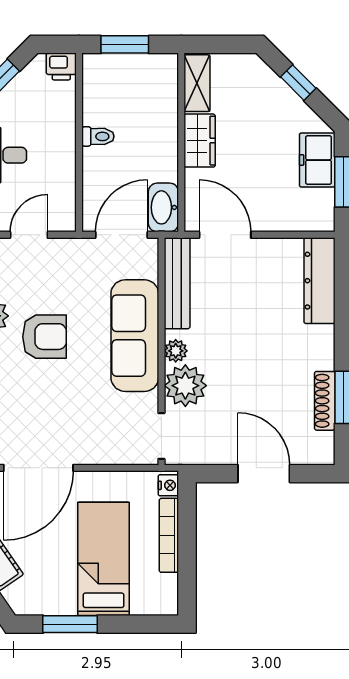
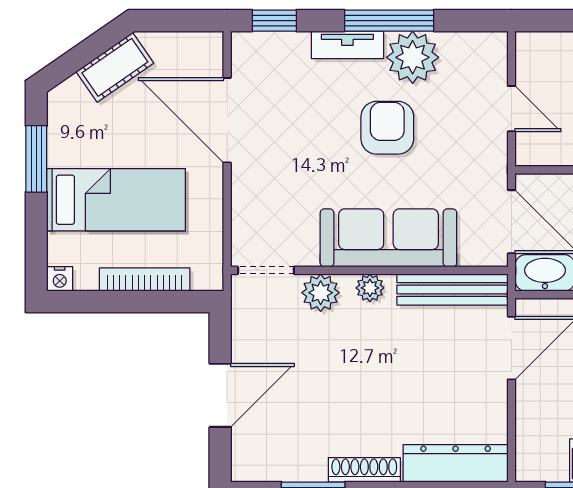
armchair: (45, 337) -> (387, 128), turned 180
plant: (185, 386) -> (321, 293), width x0.73, depth x0.73
shoe rack: (325, 401) -> (364, 470), moved
nightstand: (168, 485) -> (60, 279), moved

